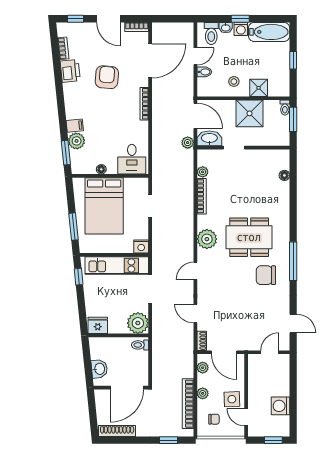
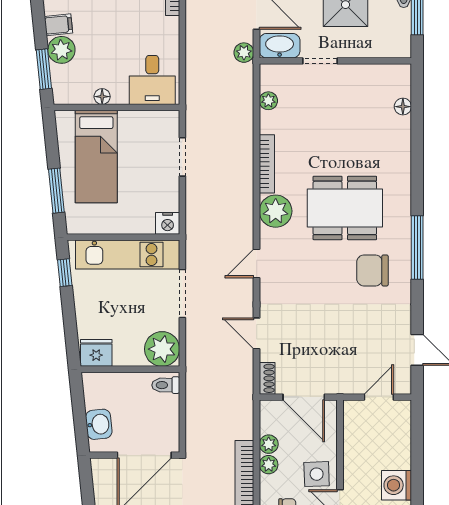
bookcase: (202, 196) -> (267, 164), moved
bed: (104, 206) -> (96, 157), width x0.67
plant: (203, 368) -> (269, 444), moved

